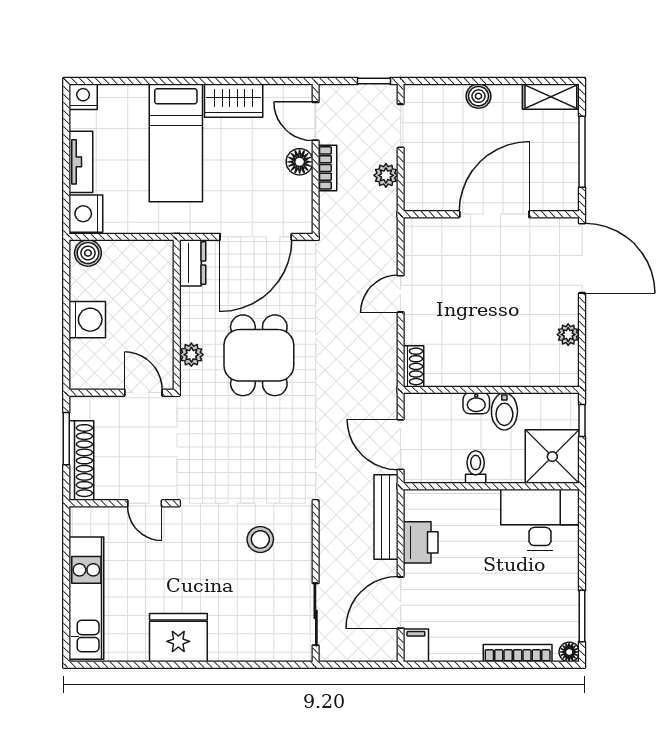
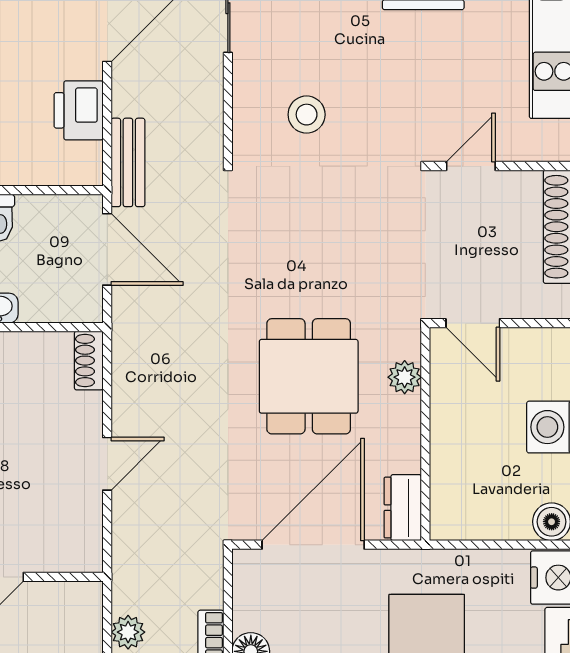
door: (145, 503) -> (471, 166), hinge flipped
bench: (386, 517) -> (128, 162), width x0.73

